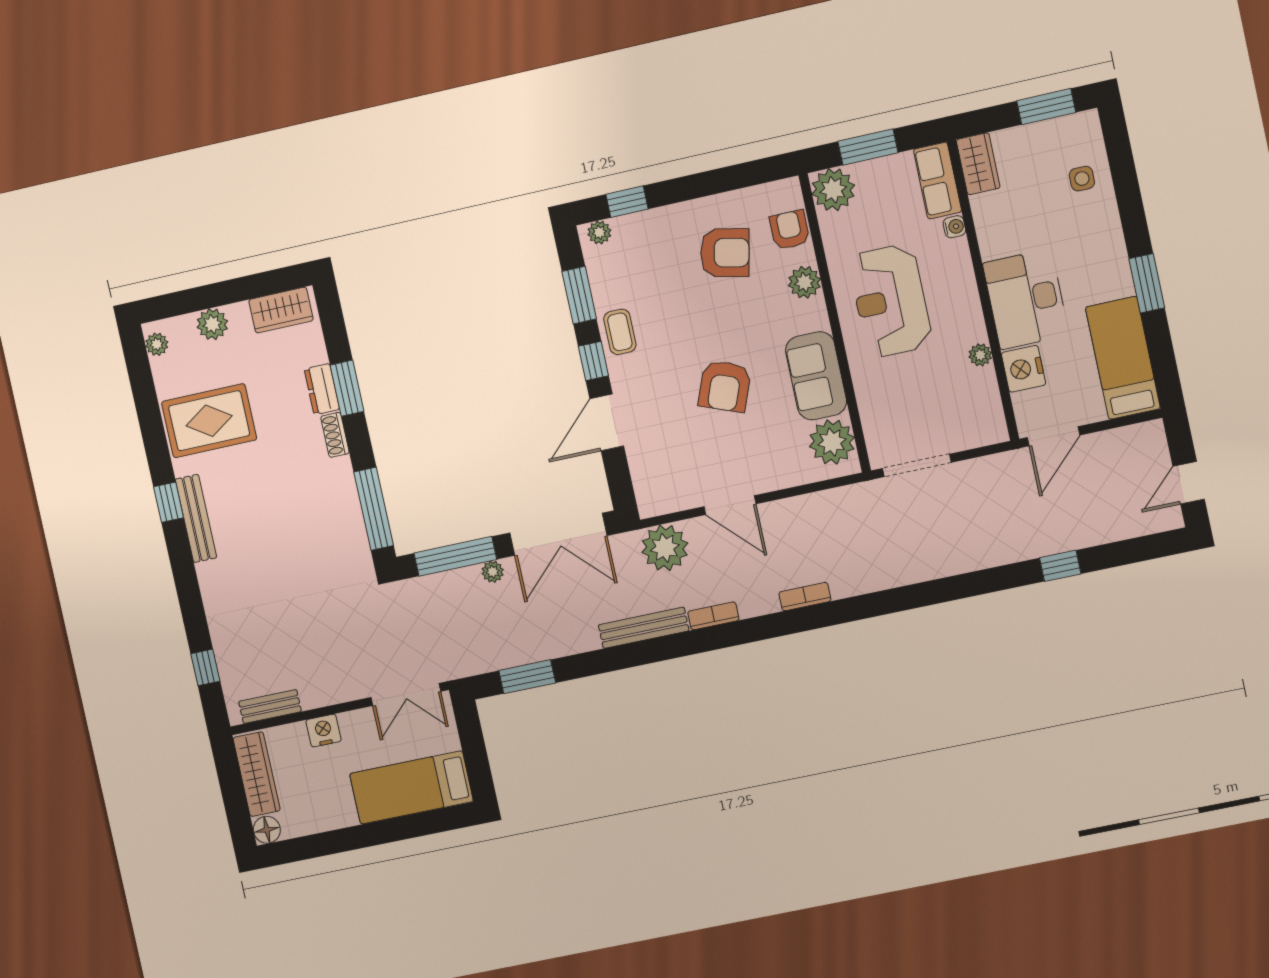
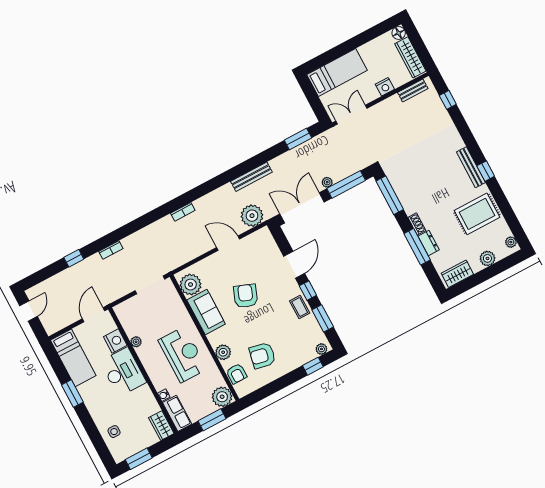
window: (347, 388) -> (417, 247), width x1.44
bookcase: (713, 616) -> (111, 250), moved

